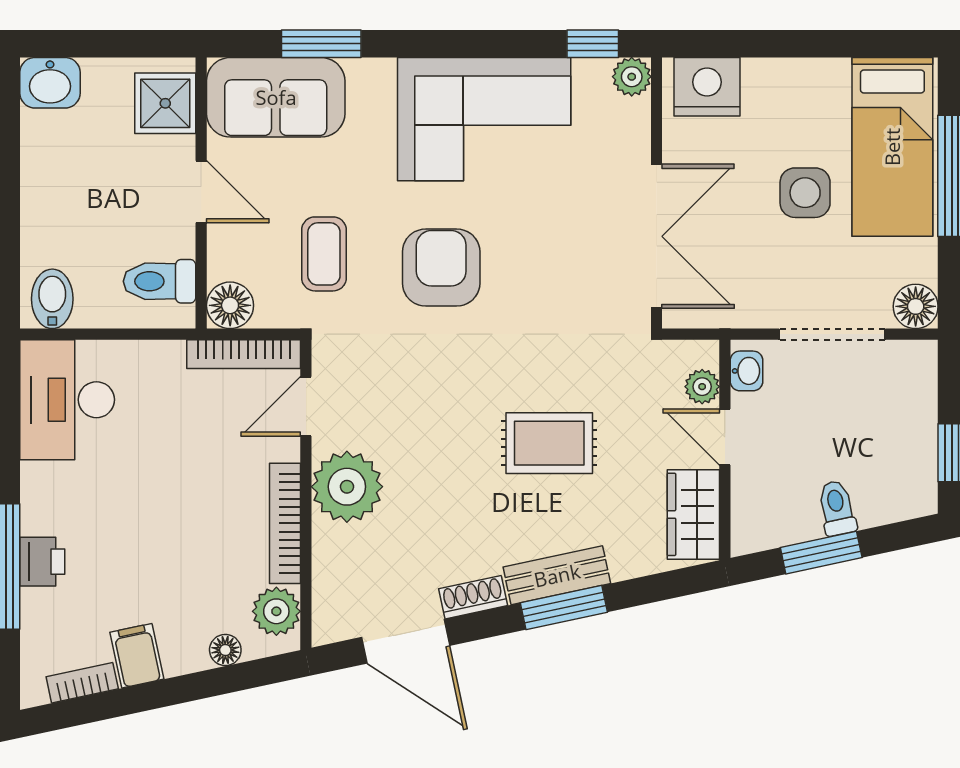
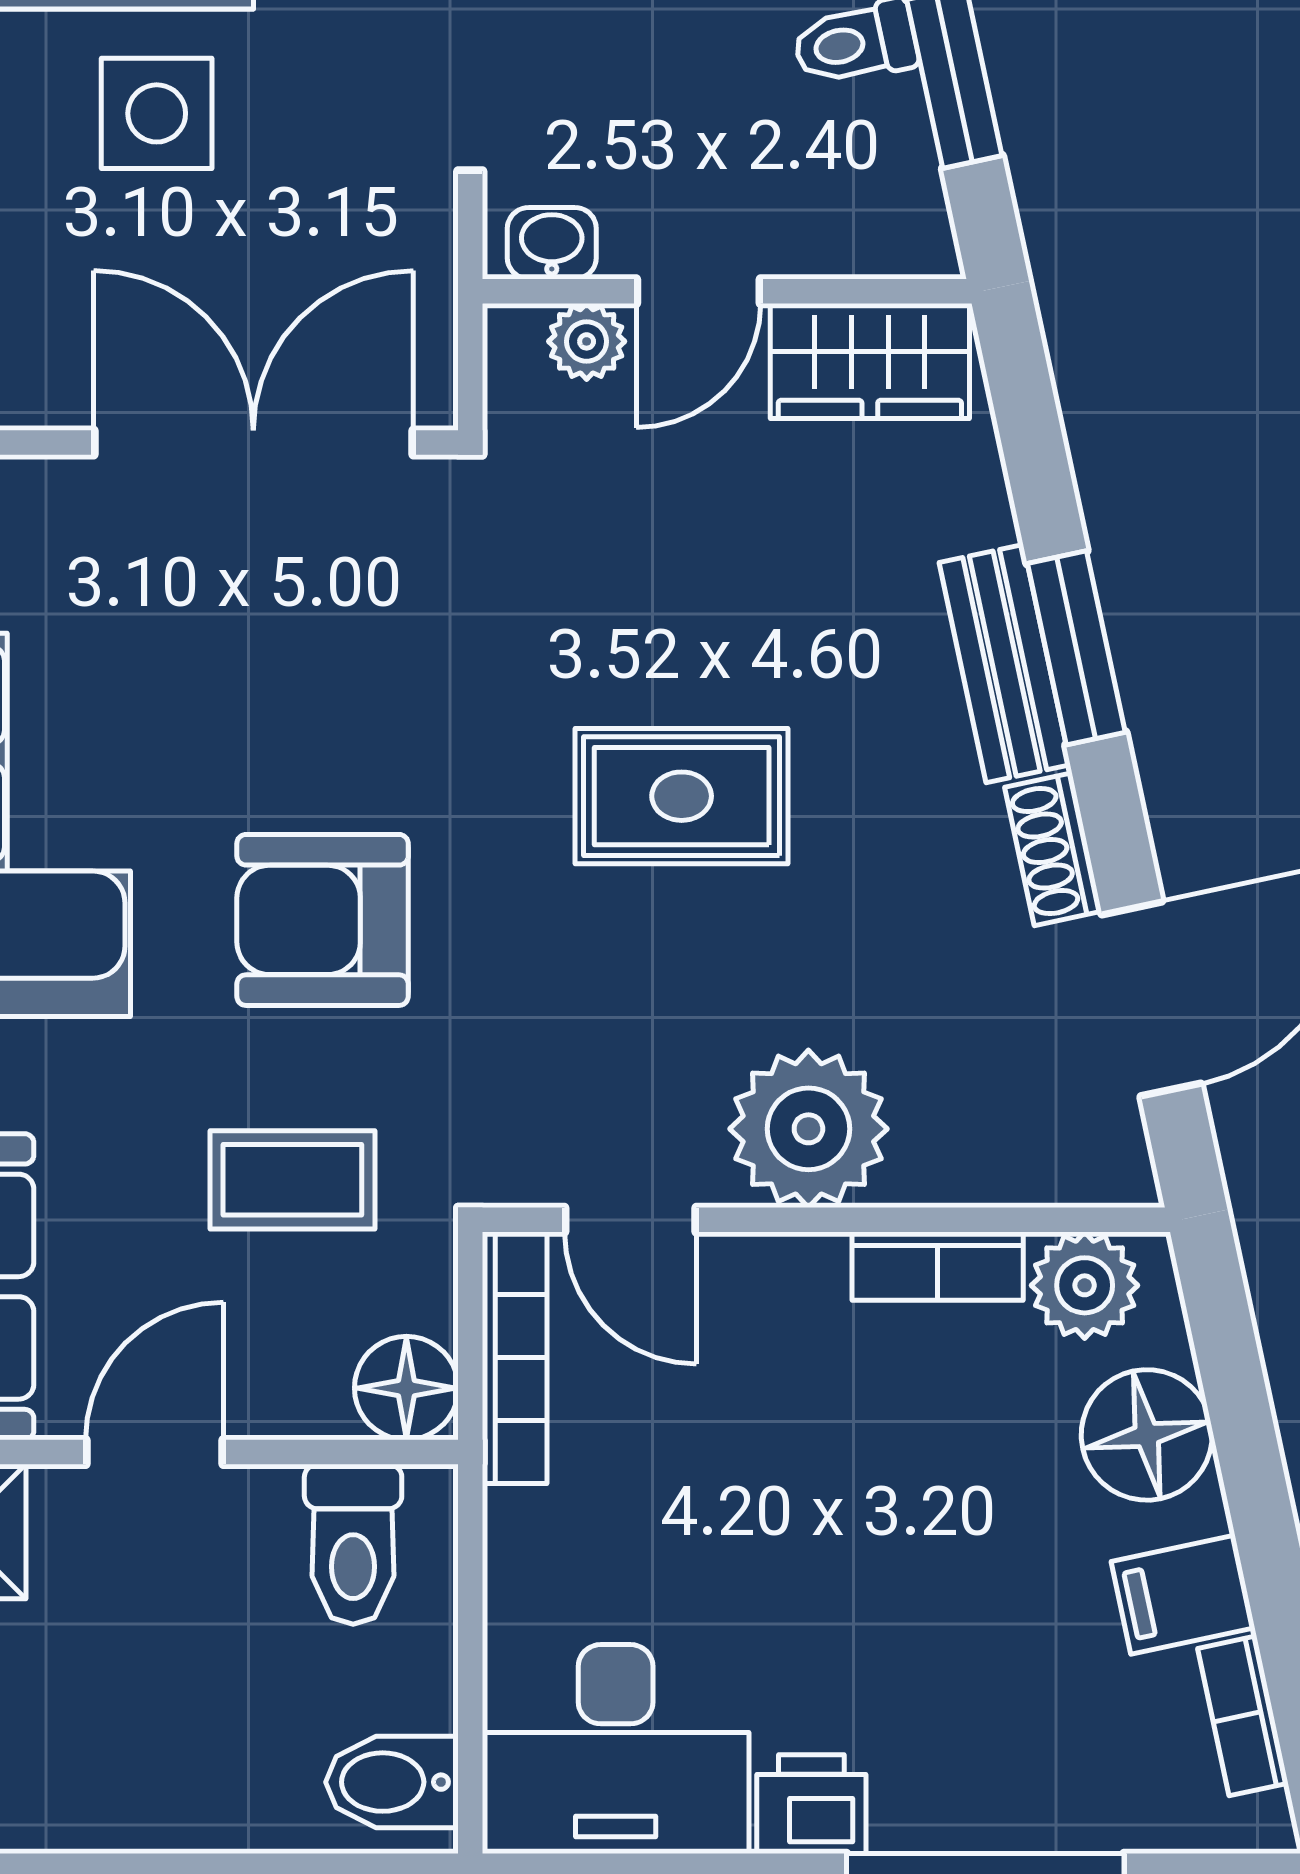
rug: (549, 443) -> (682, 796), moved, turned 90
bookcase: (285, 523) -> (938, 1266), width x0.64
printer: (42, 562) -> (811, 1804), moved
floor lamp: (225, 650) -> (1147, 1435), width x1.89, depth x1.89

